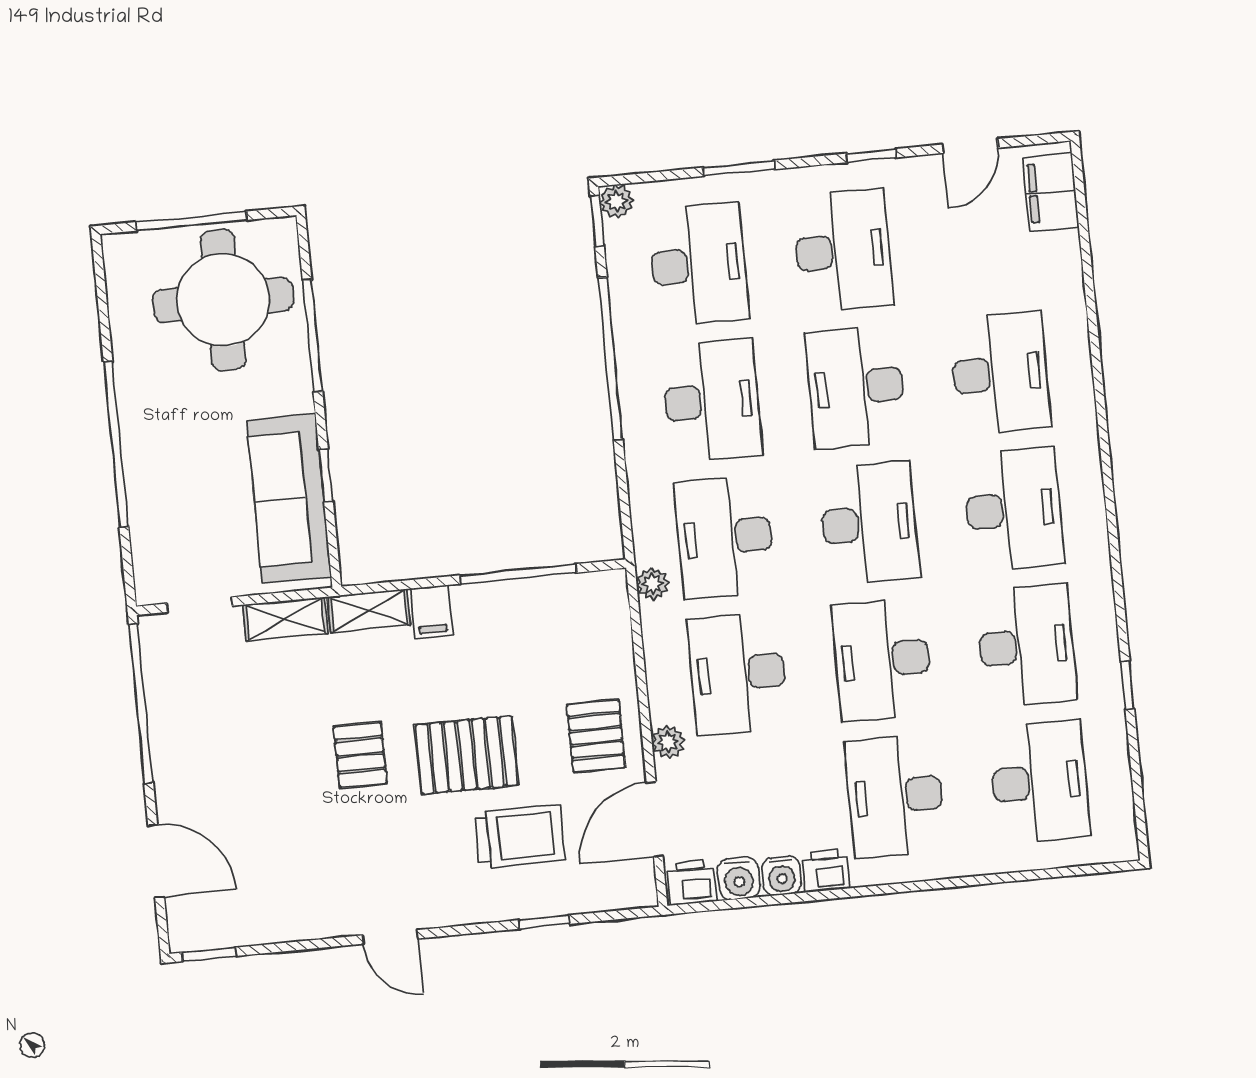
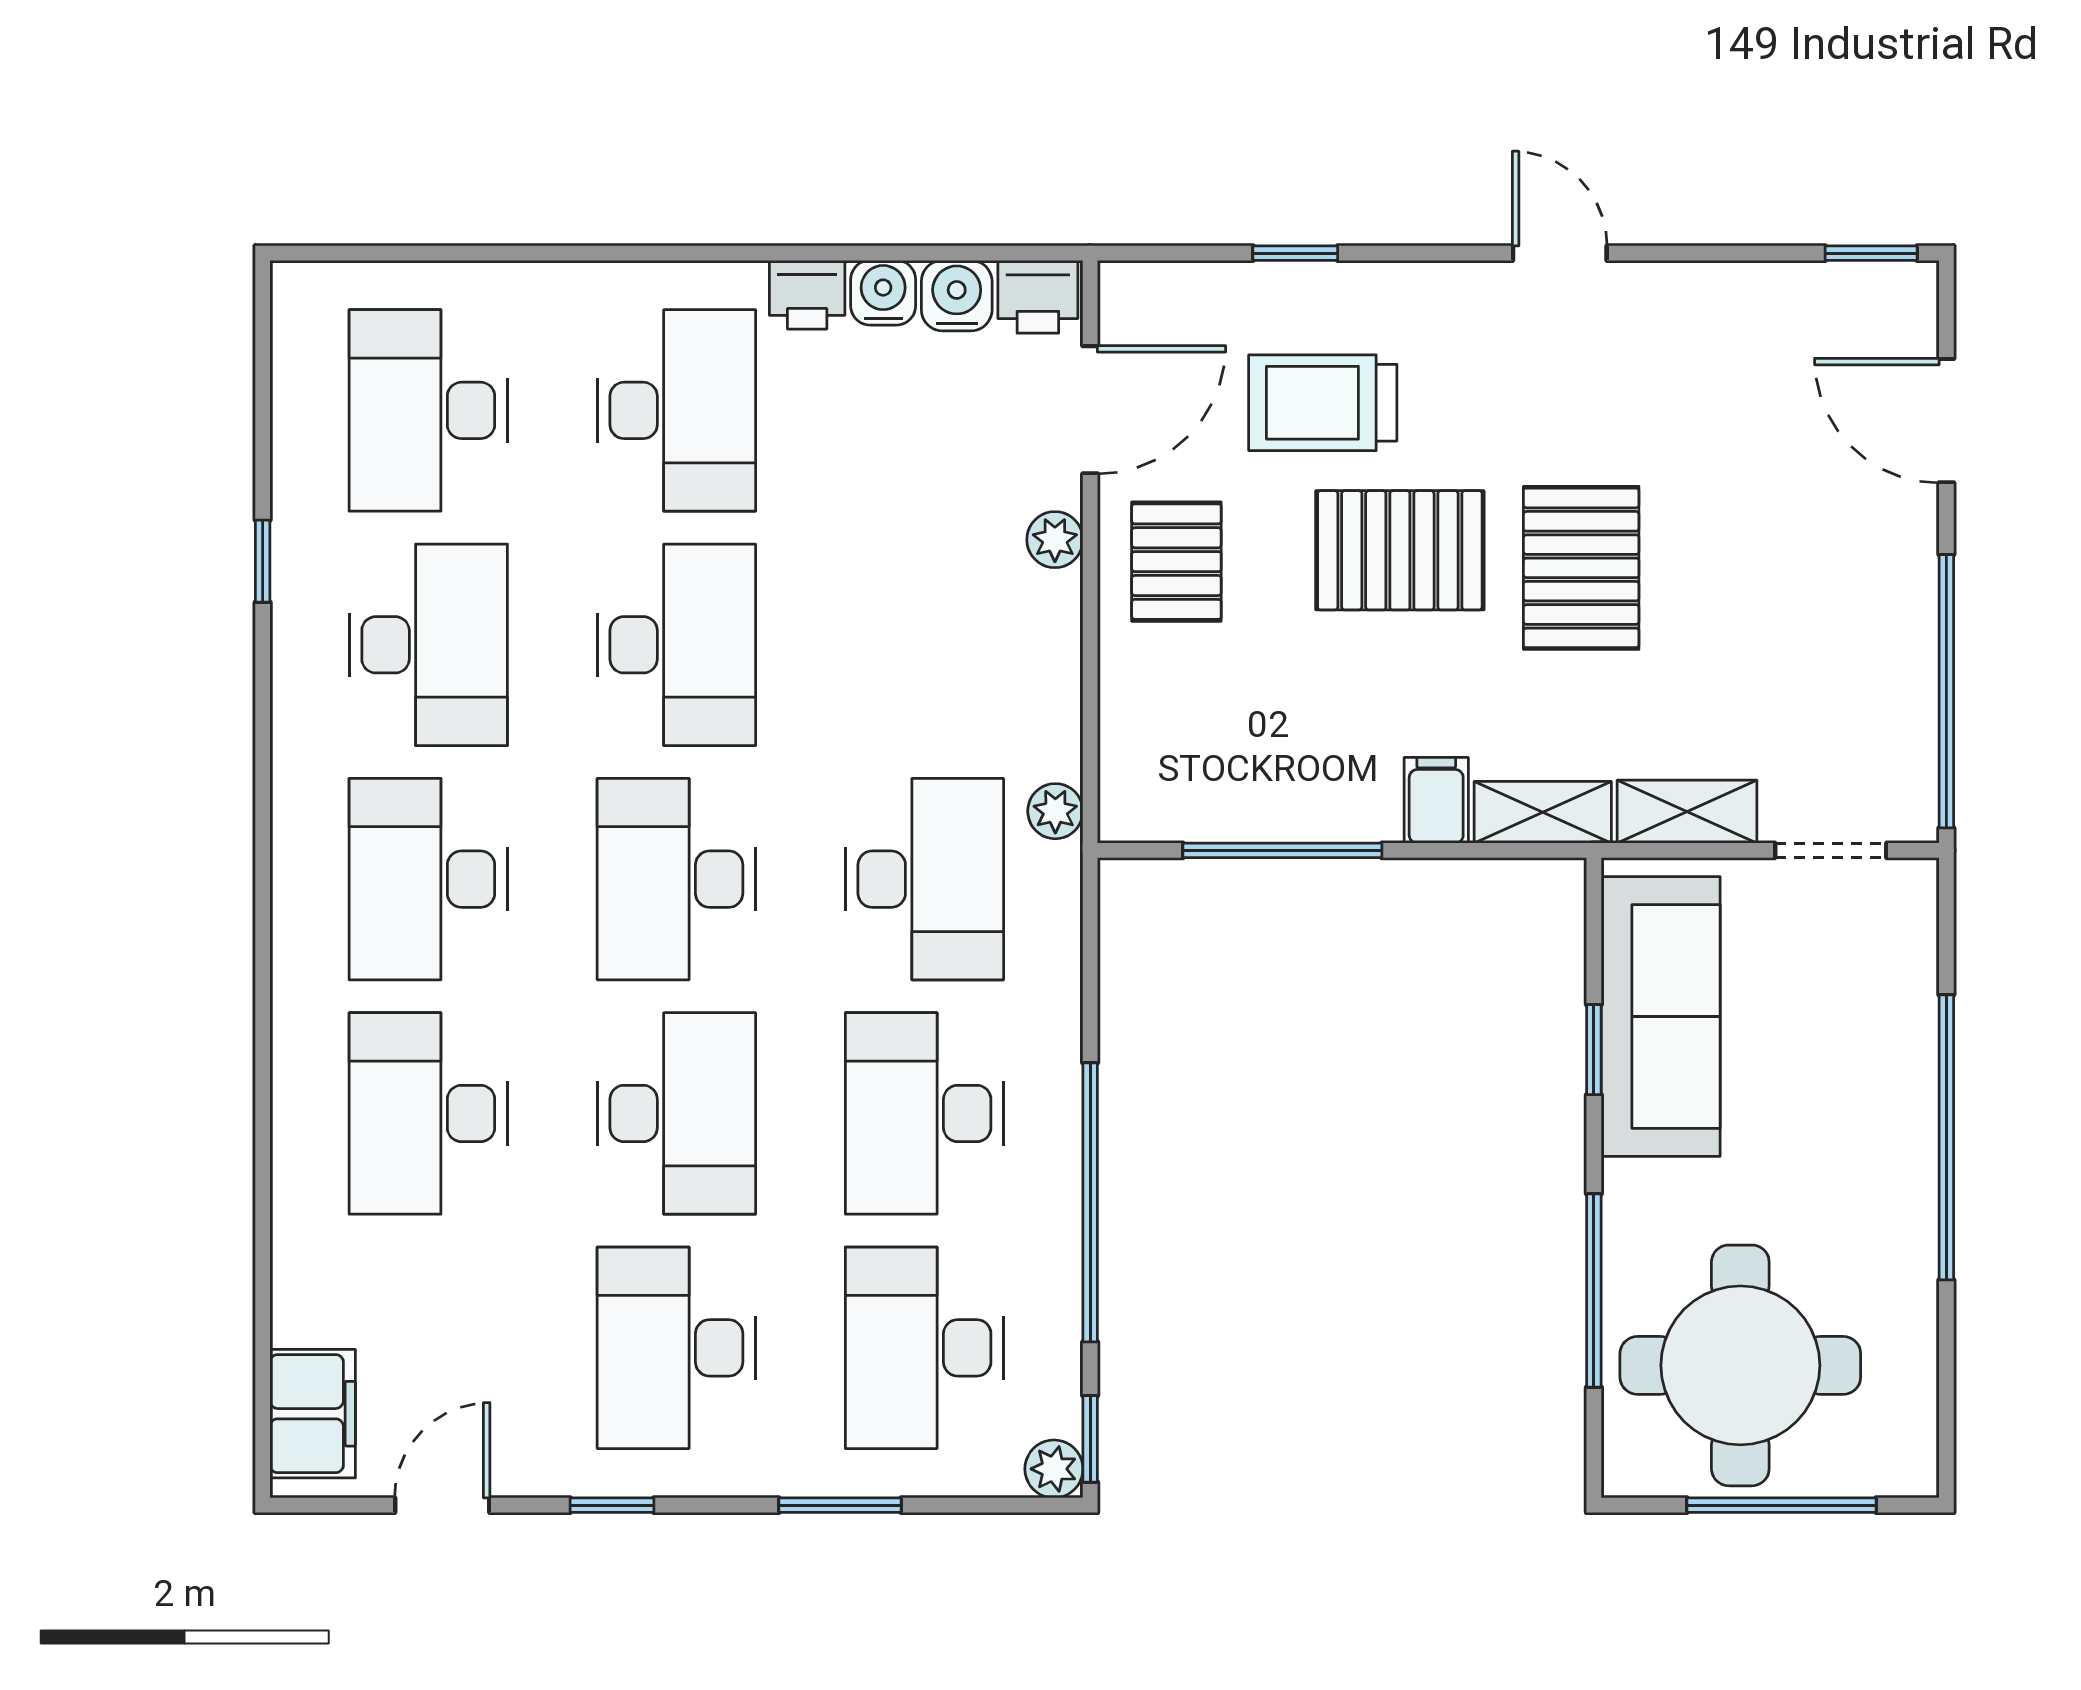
desk: (1026, 646) -> (428, 645), turned 180
desk: (738, 673) -> (924, 645), removed
pallet: (360, 755) -> (1581, 568), width x1.50, depth x1.42

